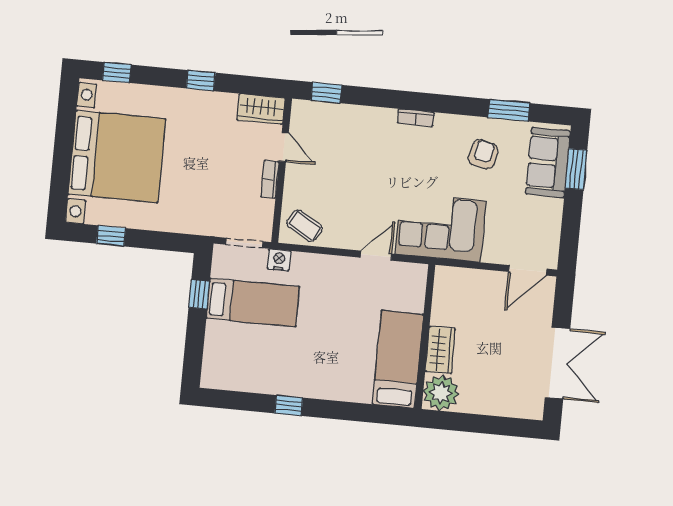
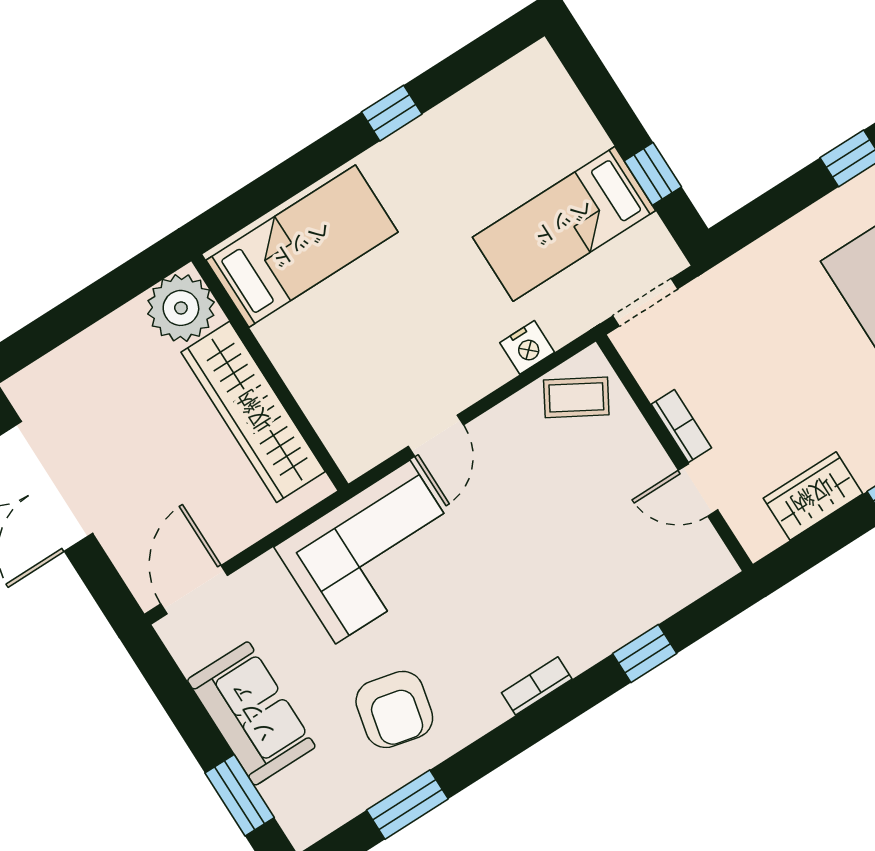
window: (326, 93) -> (645, 653), moved
wardrobe: (261, 109) -> (813, 496), moved
armchair: (483, 154) -> (394, 709), width x1.38, depth x1.38
sofa: (548, 162) -> (251, 713), moved
nightstand: (279, 260) -> (527, 347), moved
wardrobe: (440, 350) -> (253, 412), width x2.10, depth x1.17
bed: (398, 359) -> (302, 246), moved, turned -90

